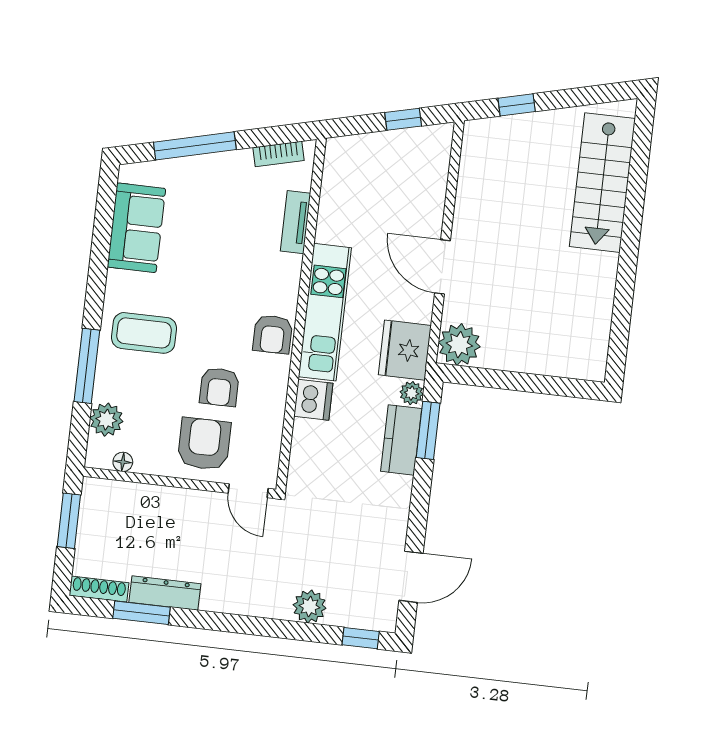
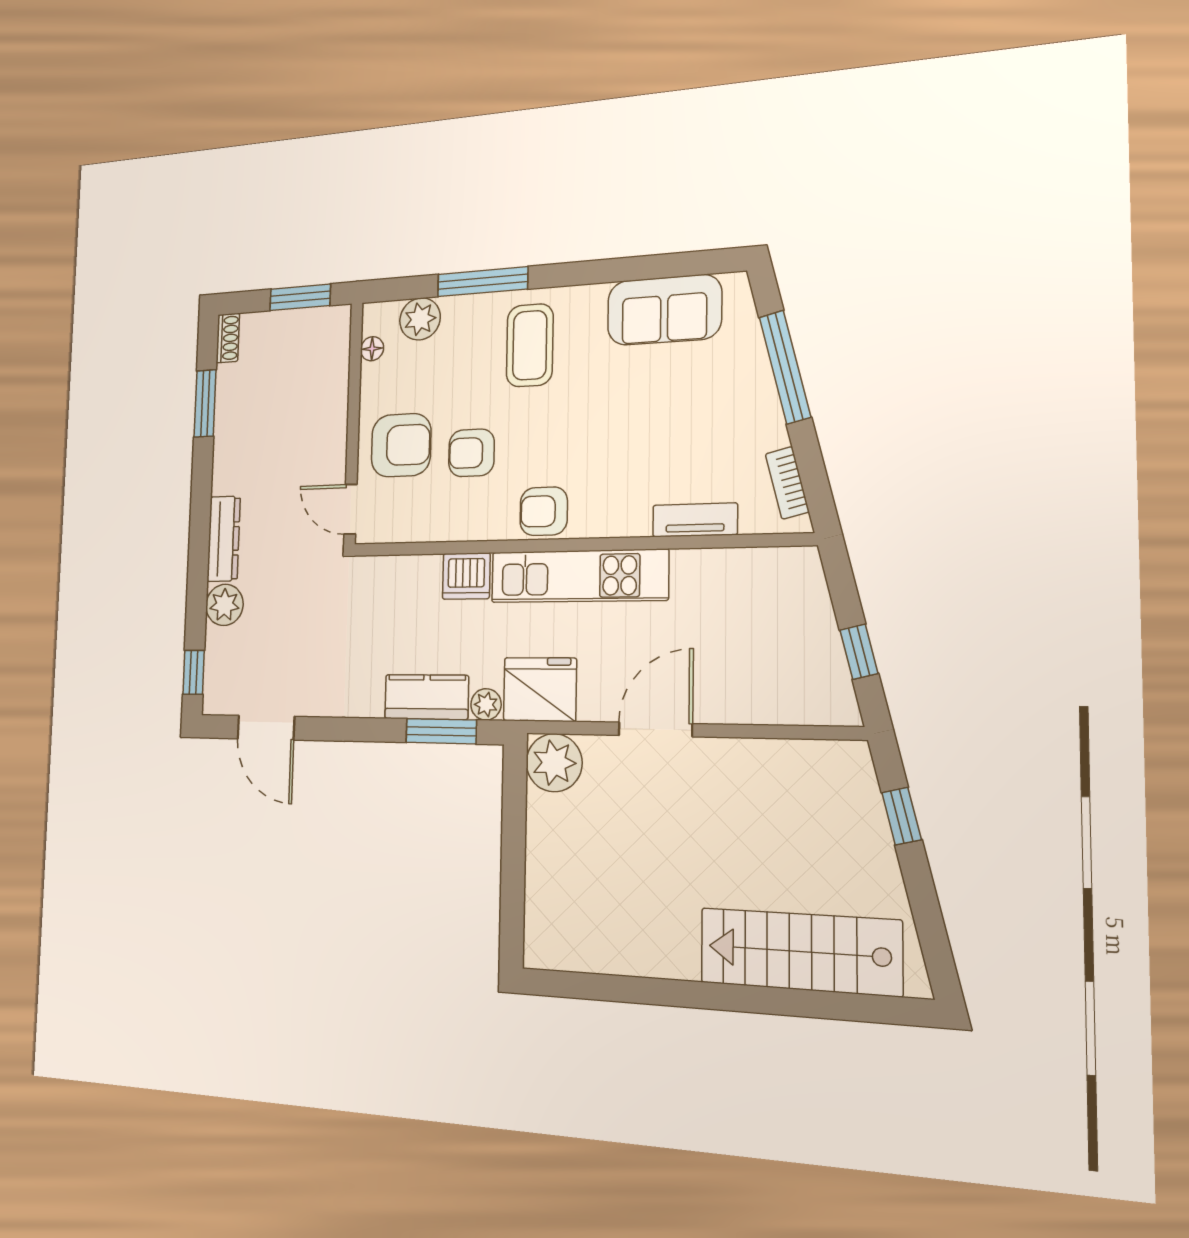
door: (248, 491) -> (351, 509), hinge flipped
shoe rack: (99, 589) -> (228, 338), width x0.70
dresser: (165, 593) -> (224, 539), moved

